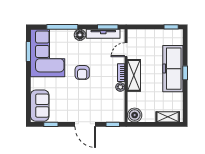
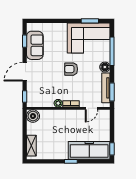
door: (126, 50) -> (91, 108), swing flipped
freezer: (173, 69) -> (89, 150), moved
shelving: (134, 75) -> (69, 115), removed
sofa: (40, 106) -> (35, 45), moved, turned -90

